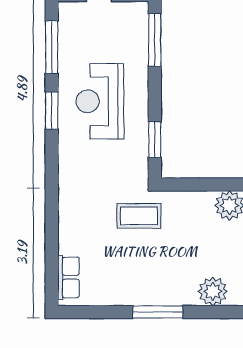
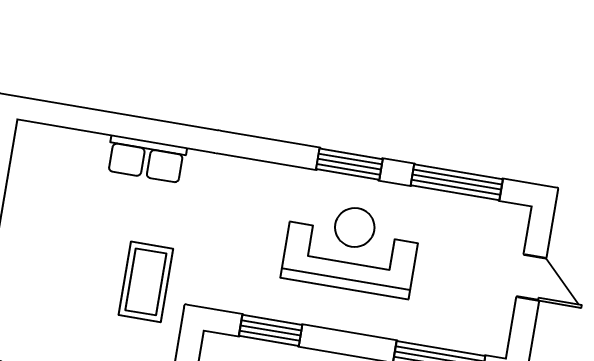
row of seats: (68, 277) -> (146, 159), moved

